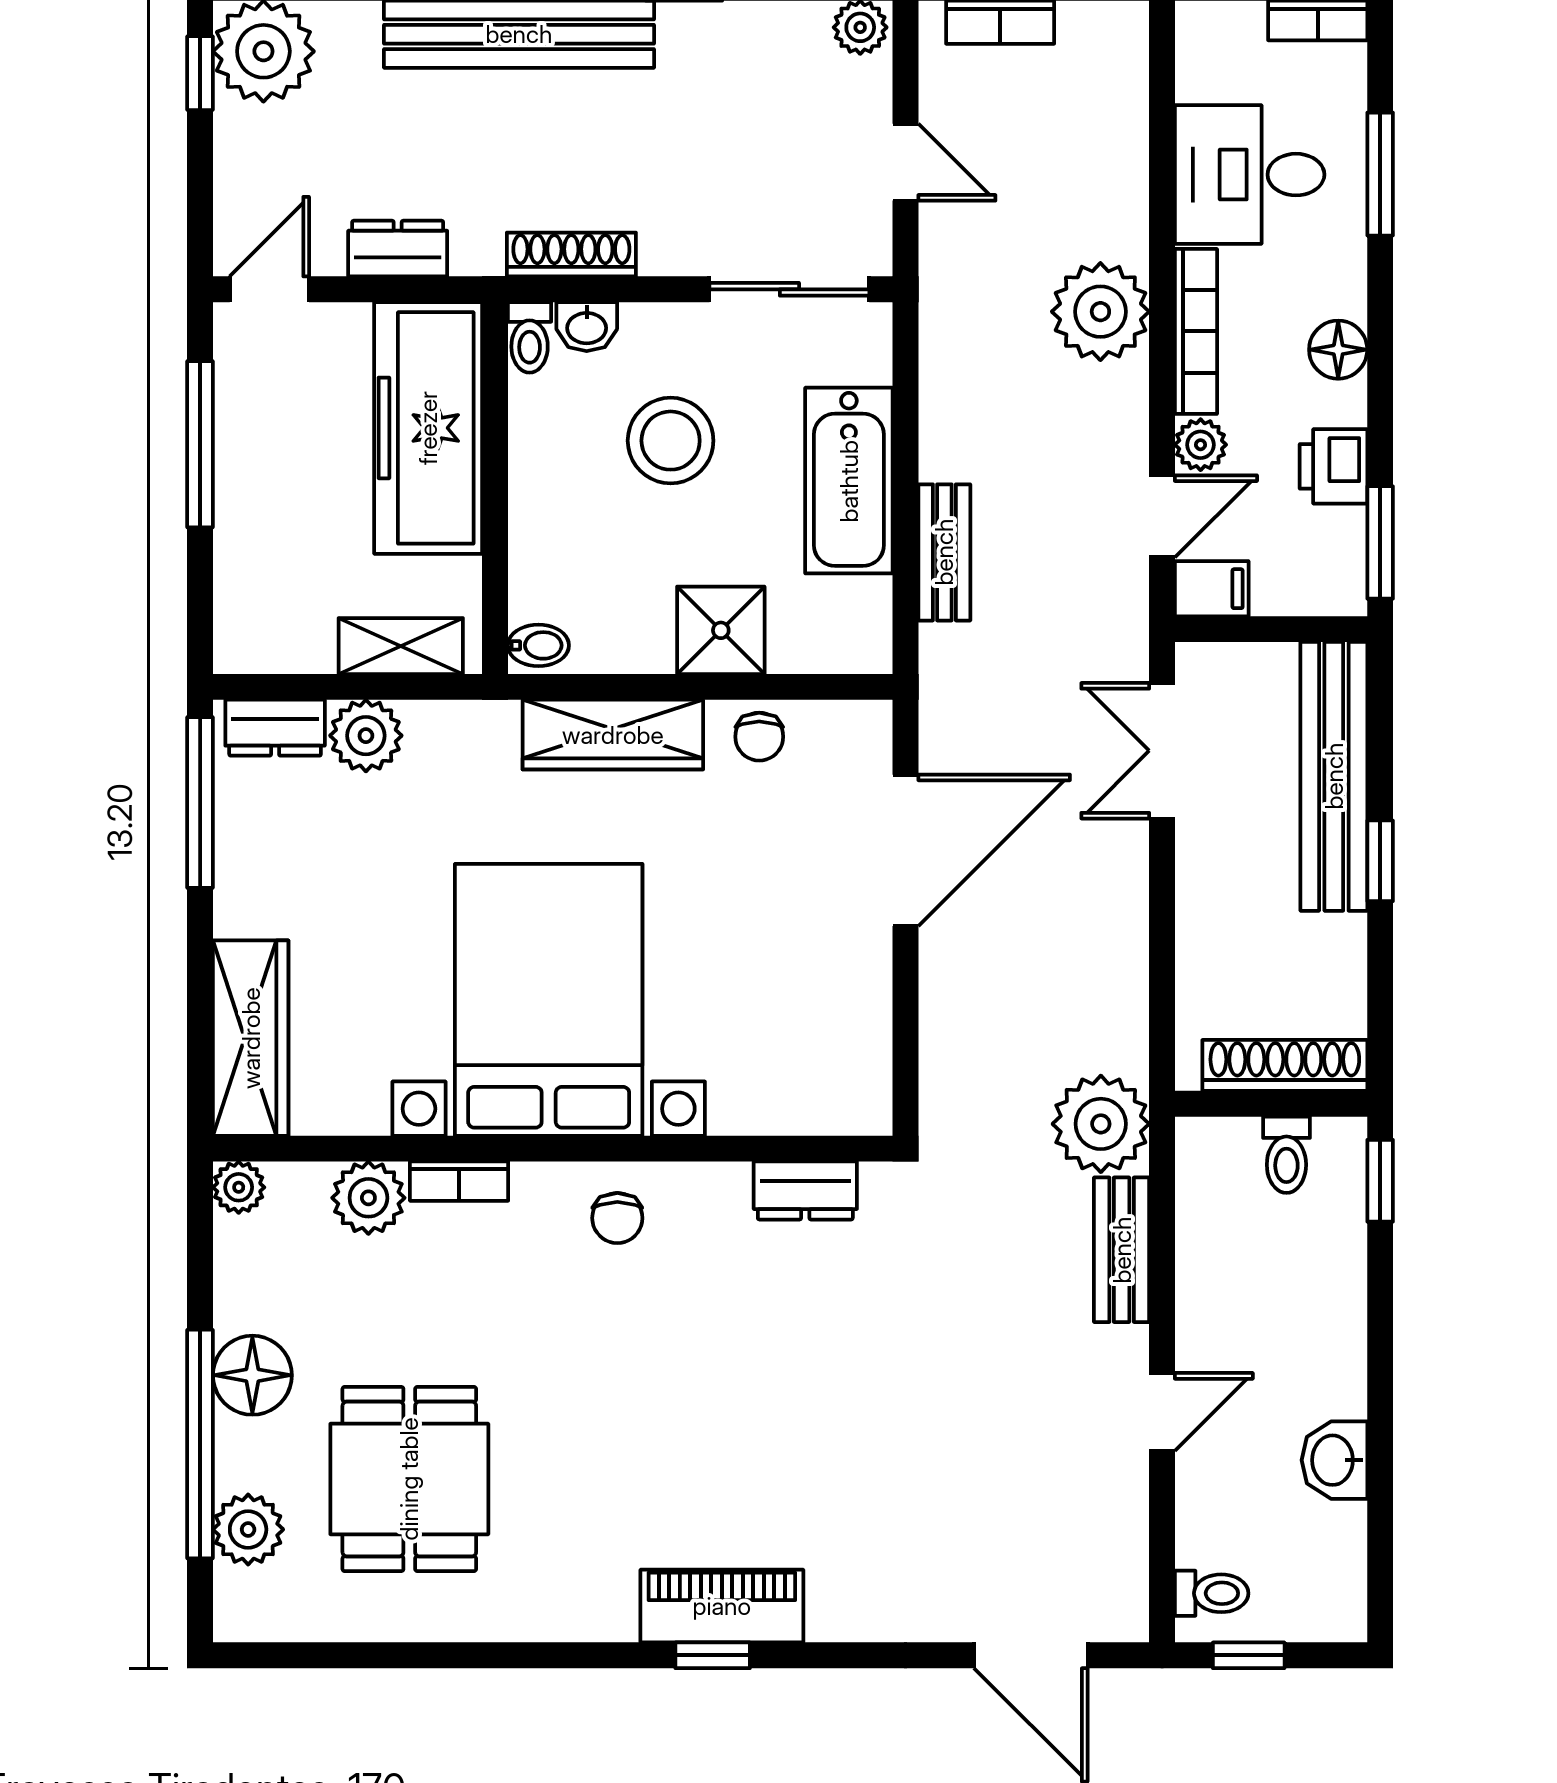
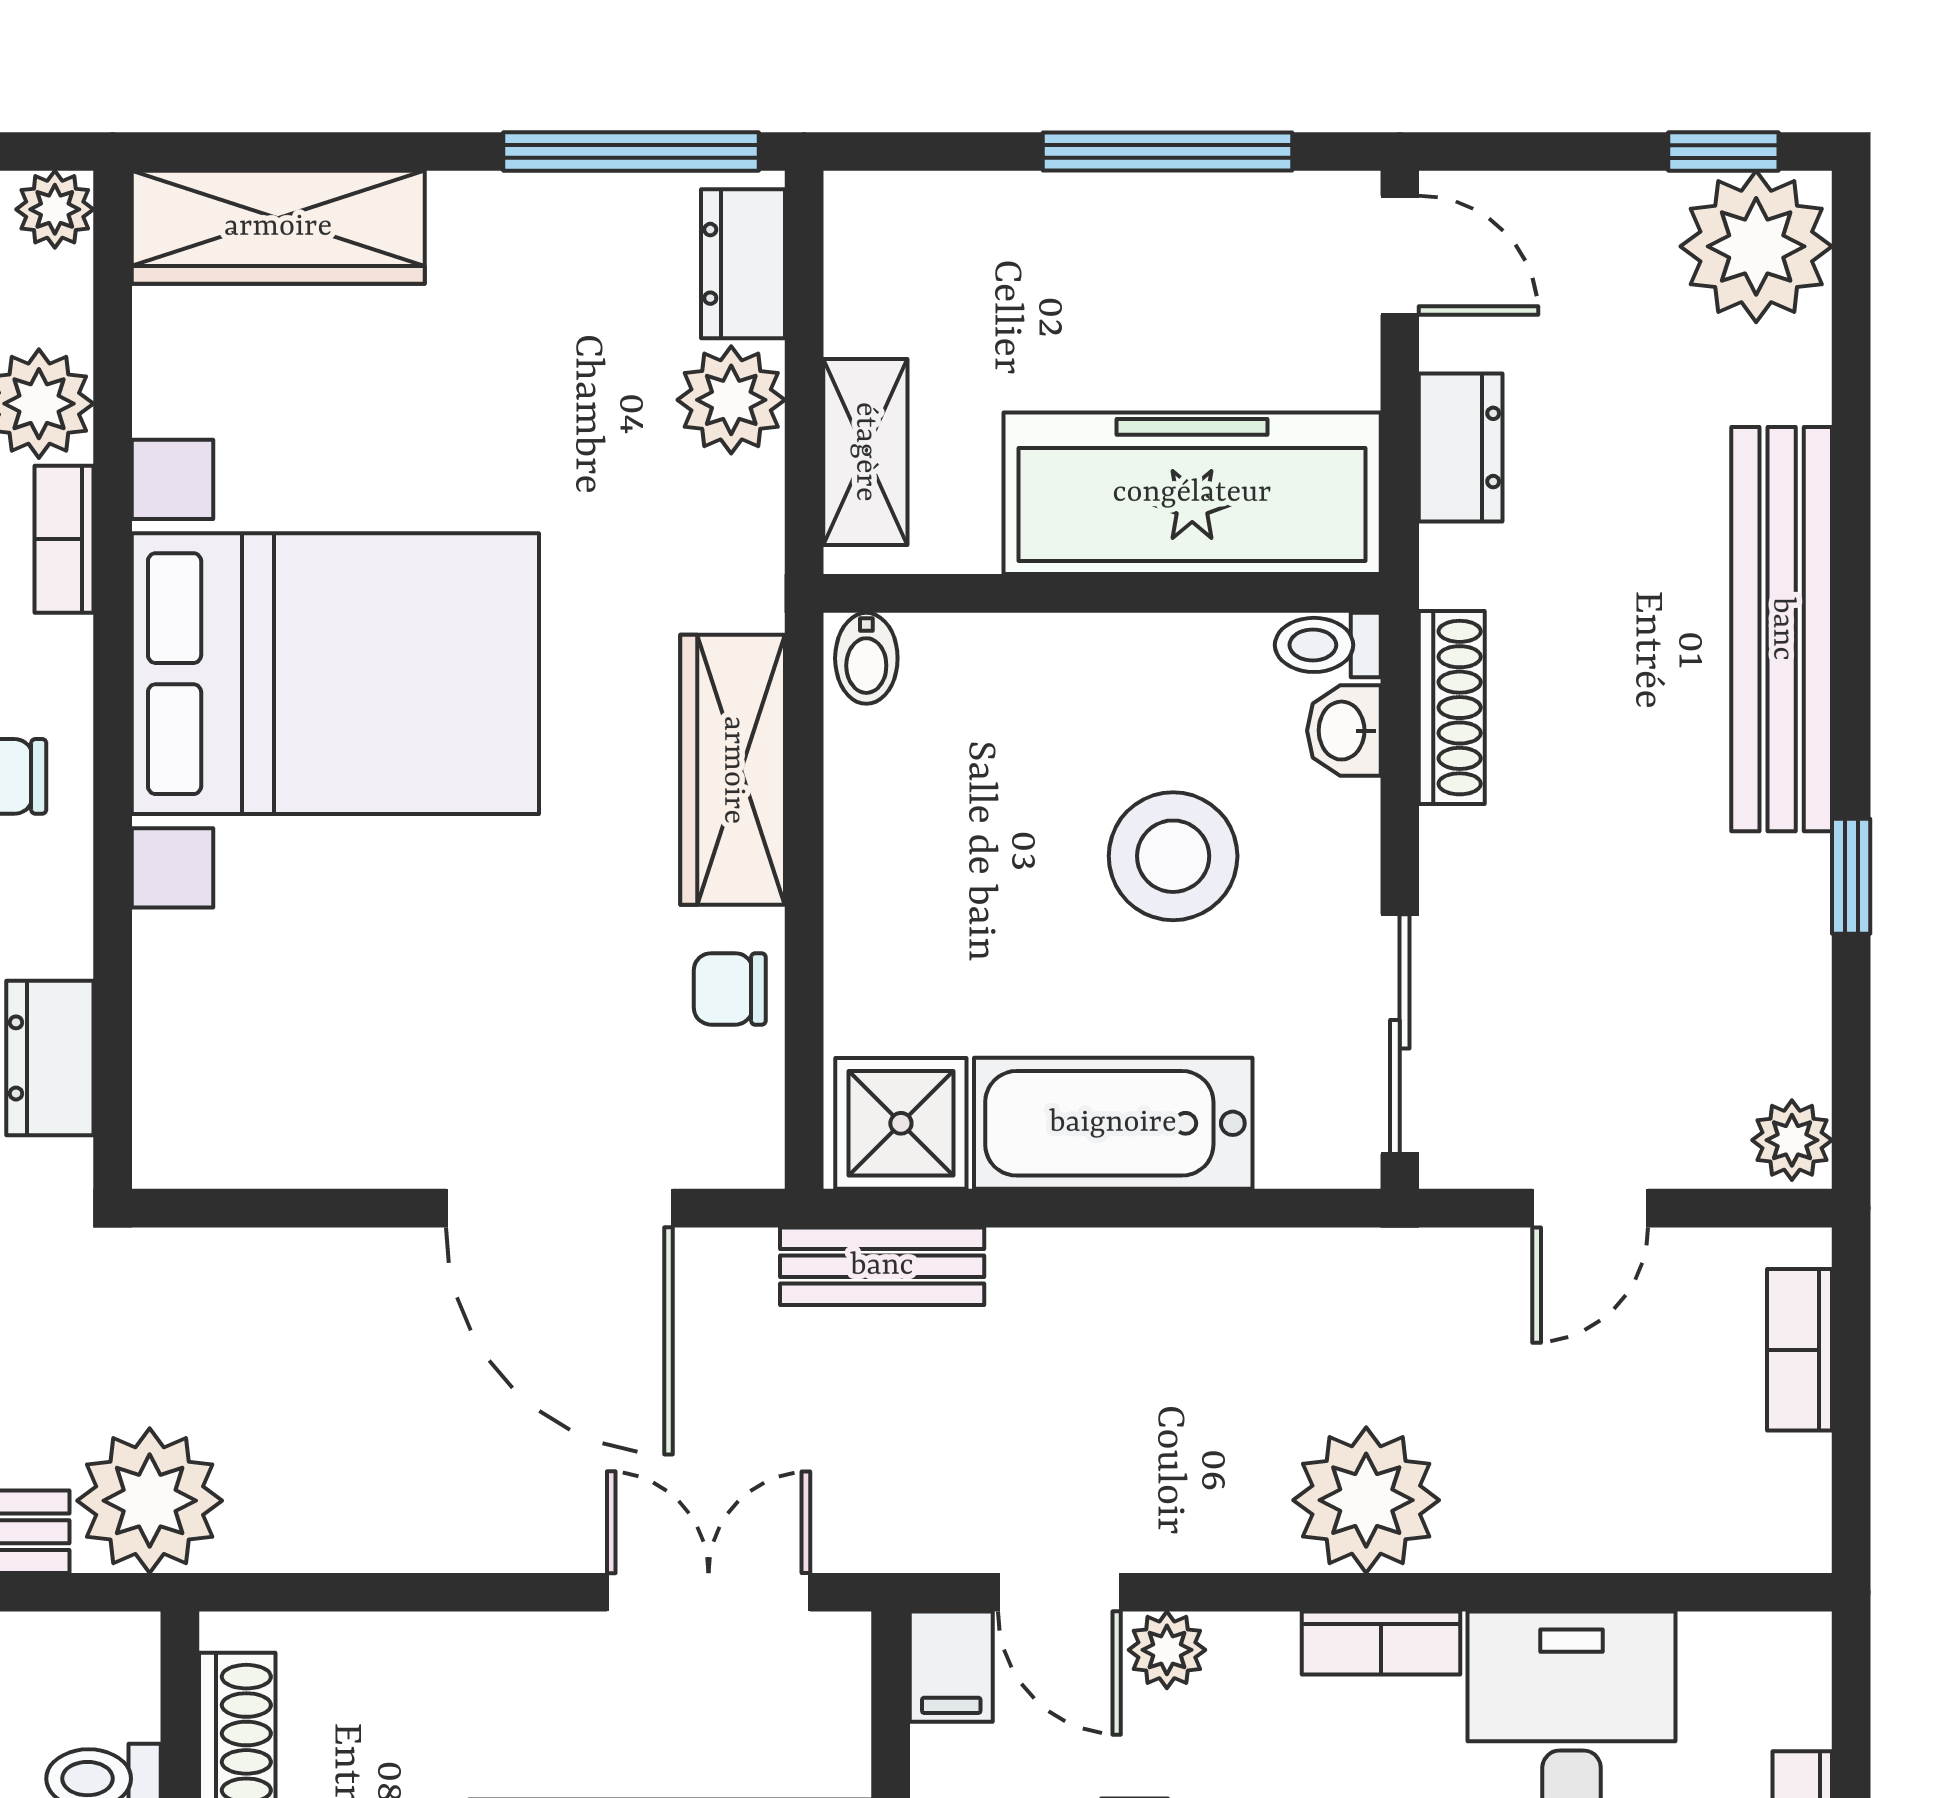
bookcase: (1196, 331) -> (1381, 1643), width x0.64
bench: (944, 552) -> (882, 1266), moved
shower: (721, 630) -> (901, 1123), moved

